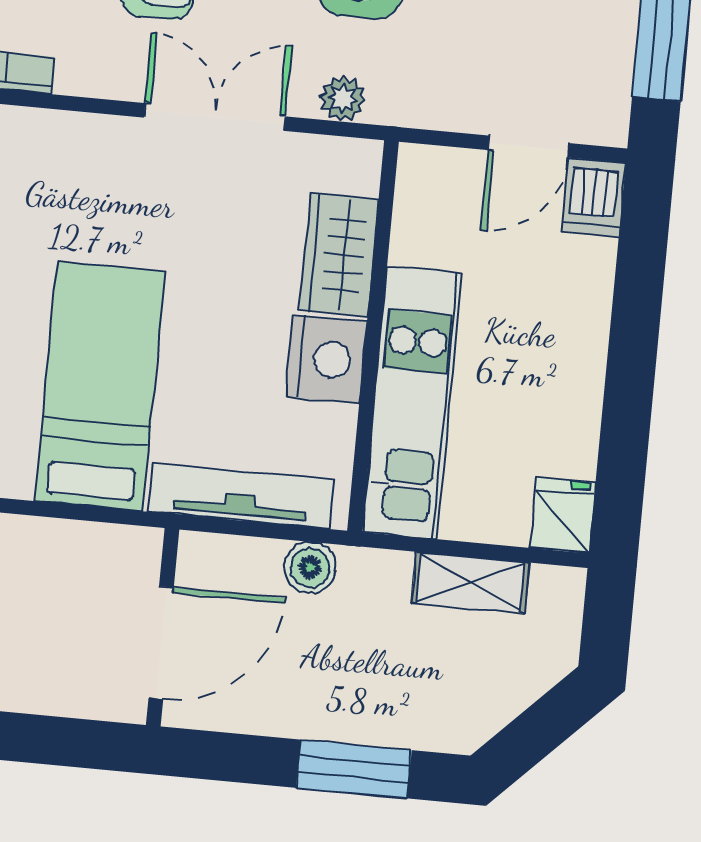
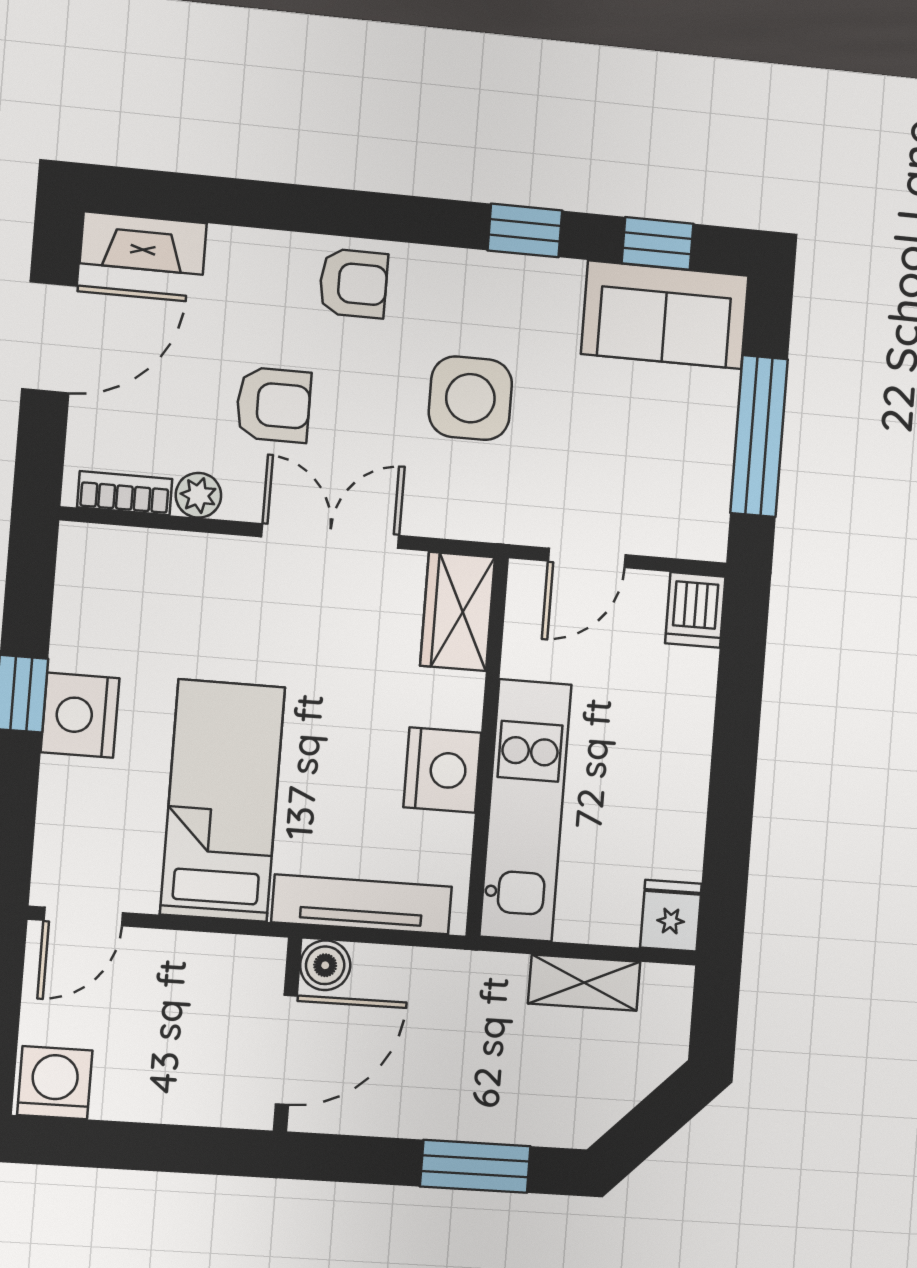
plant: (343, 99) -> (198, 495), moved
door: (529, 147) -> (587, 558), moved
wardrobe: (339, 255) -> (458, 611), moved
boiler: (310, 567) -> (325, 965), moved

